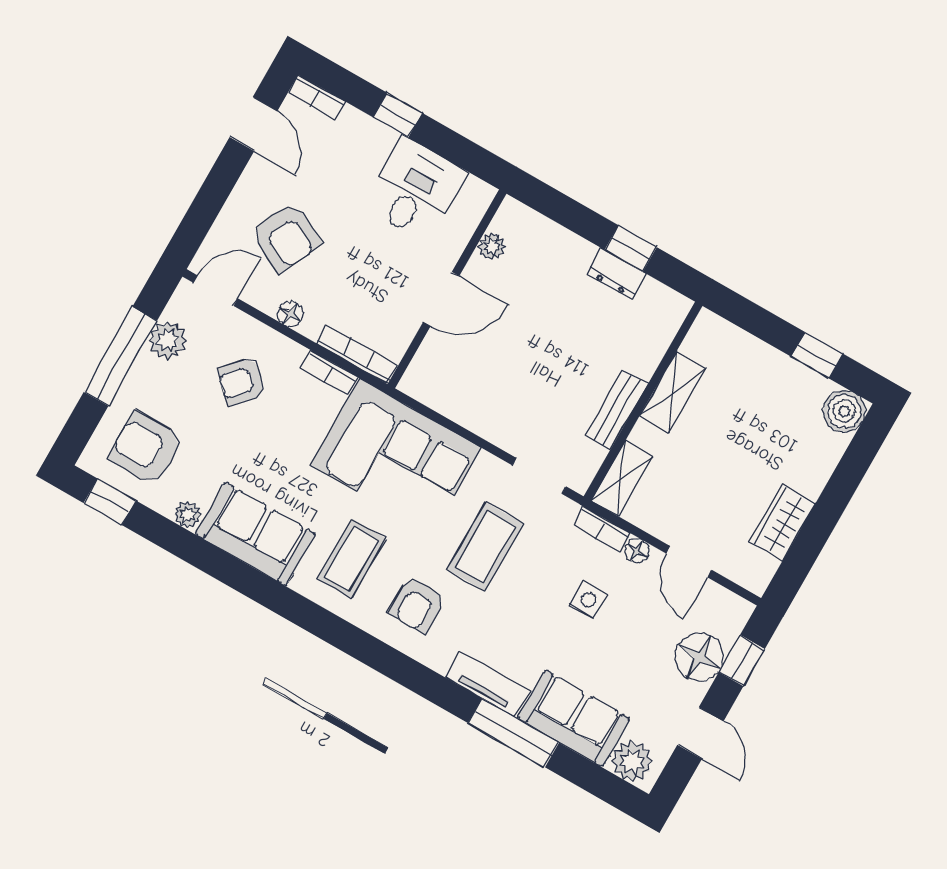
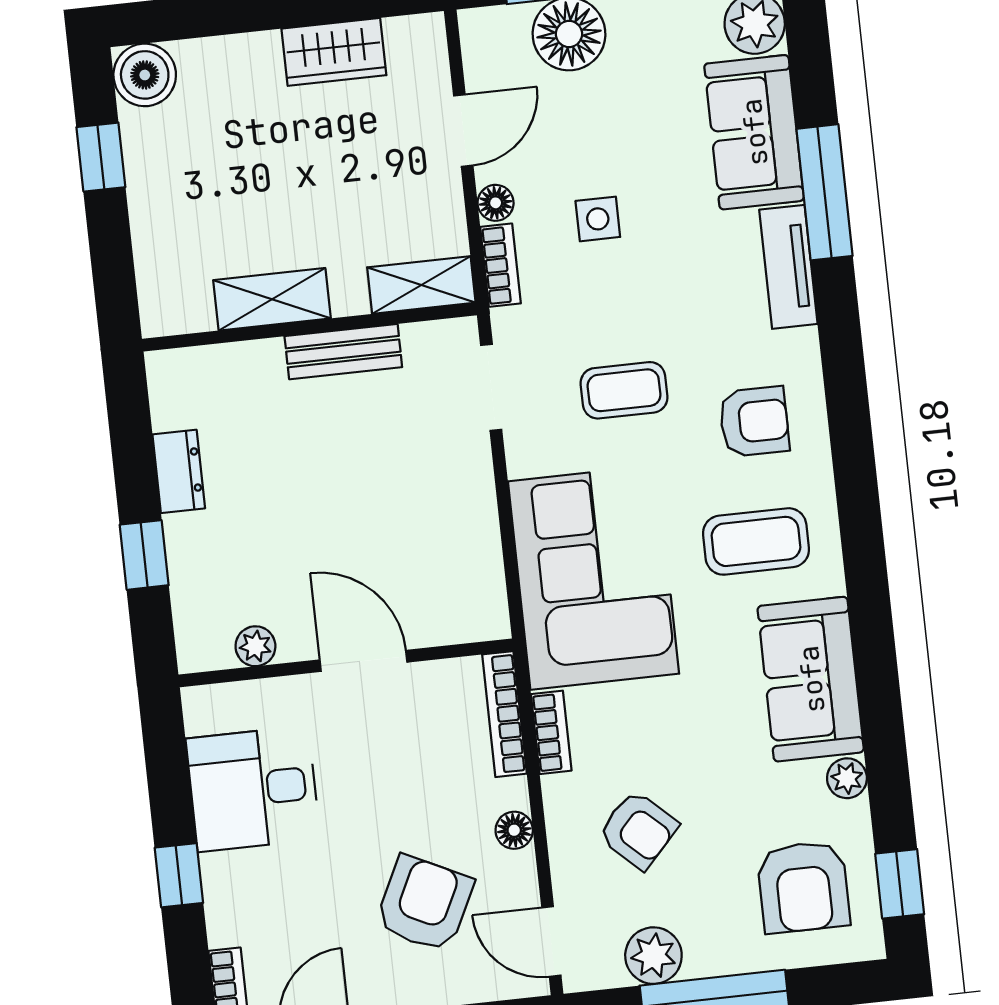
window: (631, 248) -> (144, 555), moved
coffee table: (485, 547) -> (624, 390), width x0.73, depth x0.77

